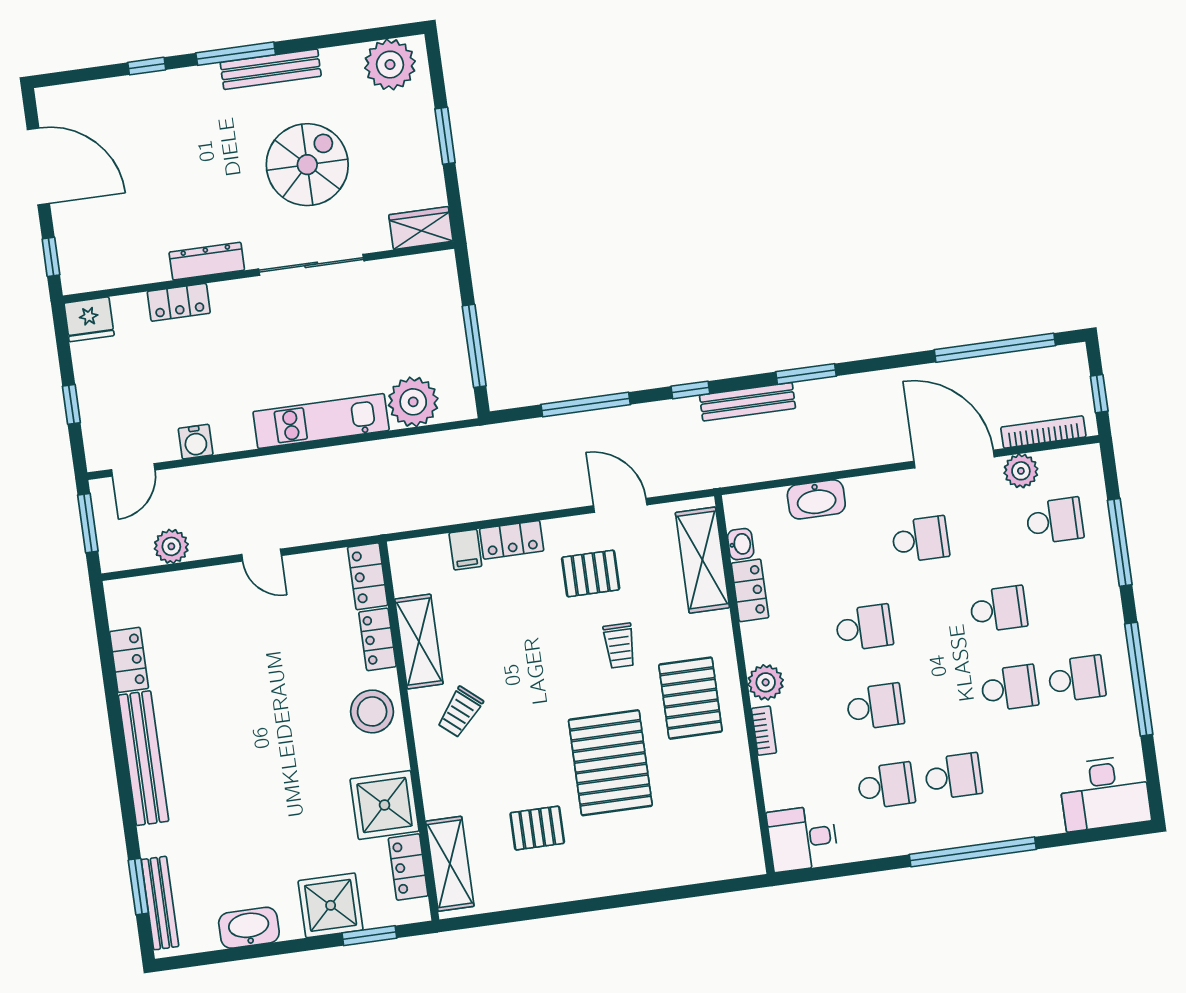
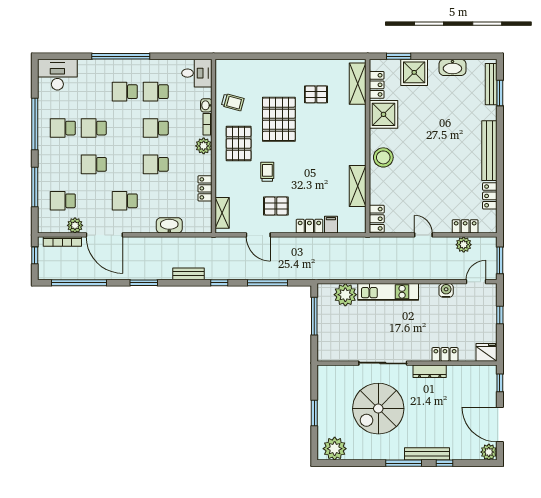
bench: (271, 69) -> (427, 454), moved
plant: (54, 103) -> (489, 452), added
spiral stairs: (307, 165) -> (378, 409), width x1.37, depth x1.37
wardrobe: (421, 228) -> (331, 373), removed
window: (806, 374) -> (144, 283), moved
bench: (748, 402) -> (188, 274), width x0.73
washbasin: (741, 544) -> (206, 105), moved
shelving: (702, 560) -> (222, 213), width x0.67, depth x0.75
locker: (377, 639) -> (465, 226), moved, turned -90
trolley: (460, 712) -> (233, 102), moved, turned 65

